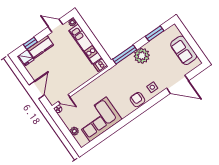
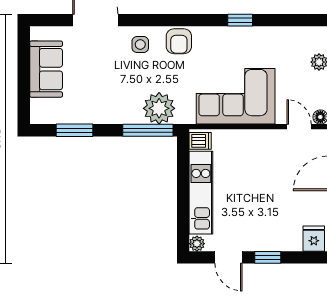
window: (30, 43) -> (268, 257), moved
kitchen counter: (41, 47) -> (278, 239), removed
plant: (142, 56) -> (159, 108), moved
corner sofa: (98, 119) -> (236, 96), moved, turned 180
window: (119, 126) -> (240, 20), added

